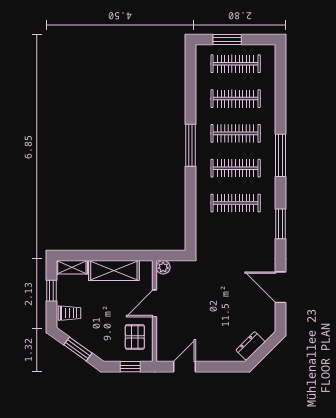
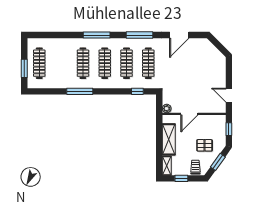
clothes rail: (236, 99) -> (148, 63), moved
window: (191, 145) -> (80, 91), moved
window: (191, 220) -> (137, 91), added
window: (281, 224) -> (140, 35), width x1.44
door: (155, 303) -> (189, 114), hinge flipped
pallet: (135, 337) -> (205, 145), moved
dresser: (250, 346) -> (216, 54), removed

